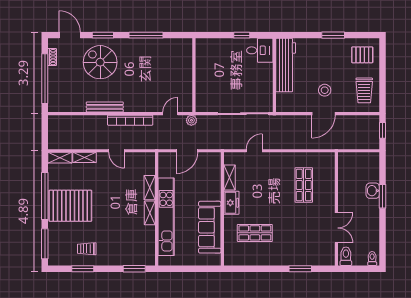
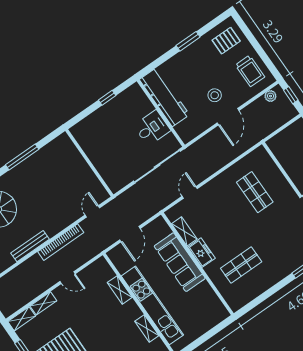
desk: (260, 50) -> (152, 128), moved
plant: (191, 120) -> (270, 96), moved
shelving: (150, 213) -> (147, 328), moved
sofa: (210, 227) -> (180, 262), moved

